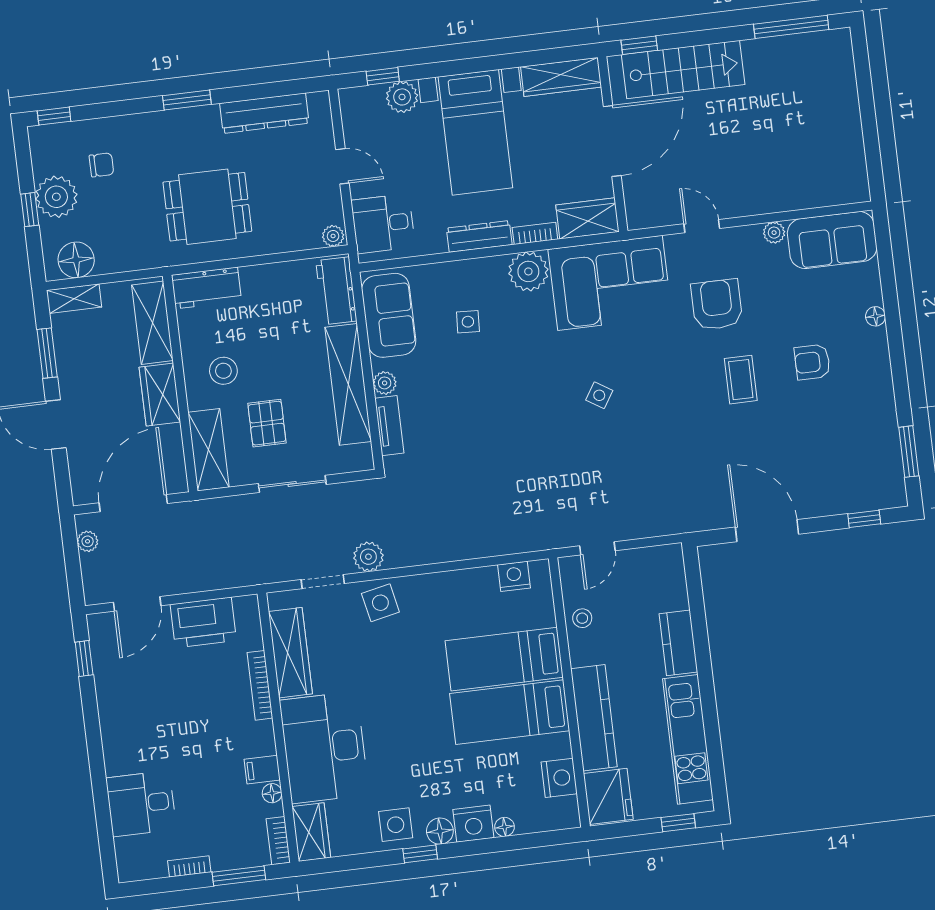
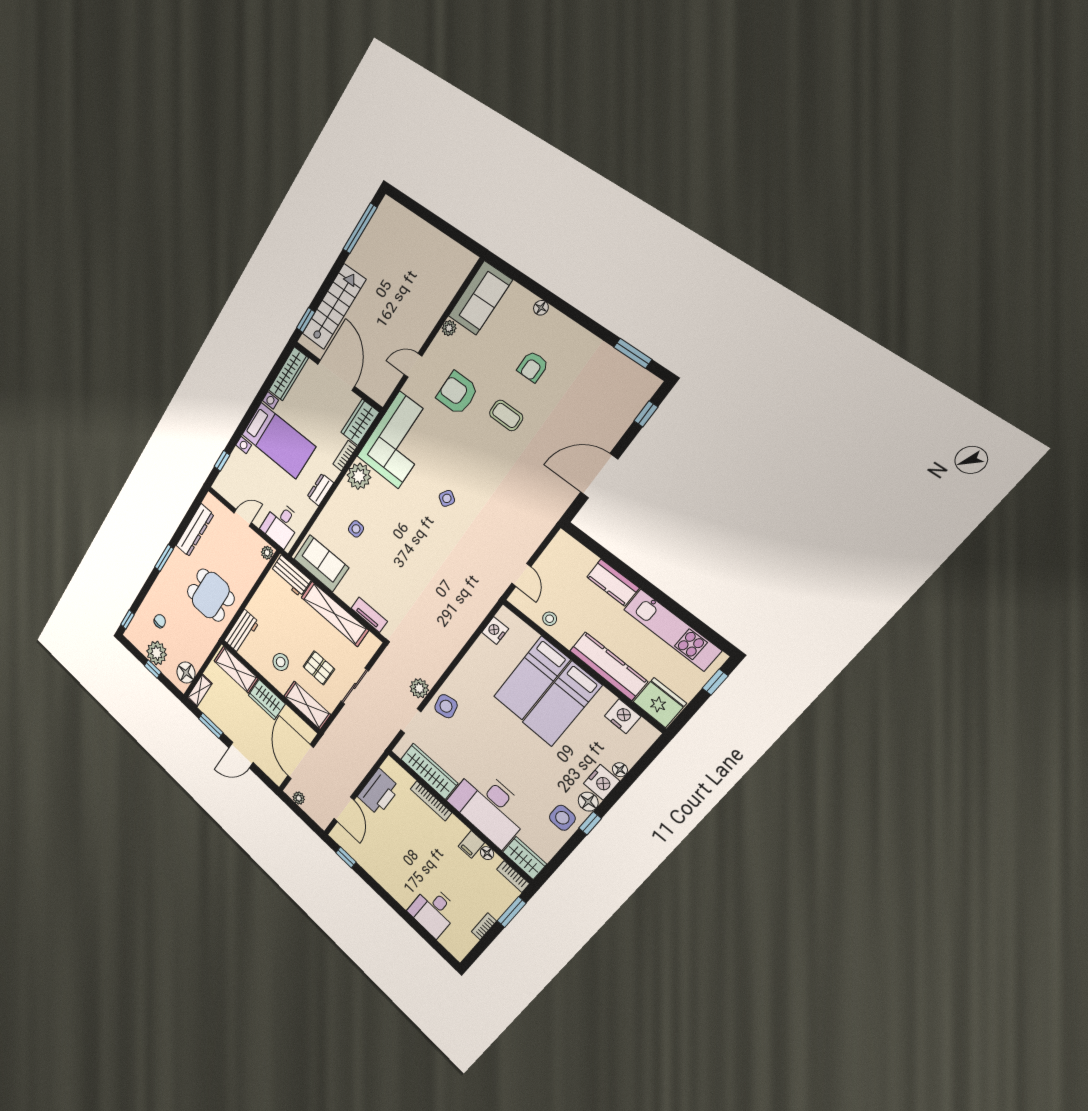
plant: (402, 97) -> (237, 460), removed
dining table: (207, 207) -> (211, 595), turned 90
dresser: (479, 236) -> (320, 490), width x0.70
plant: (385, 383) -> (349, 597), removed

